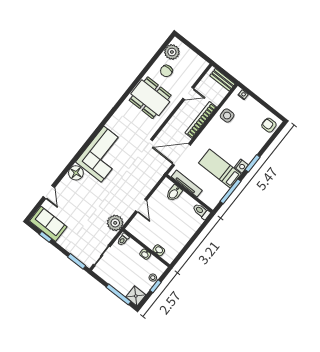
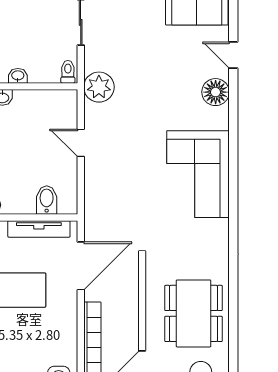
dining table: (150, 98) -> (194, 313), turned 90
floor lamp: (76, 173) -> (216, 92), moved

